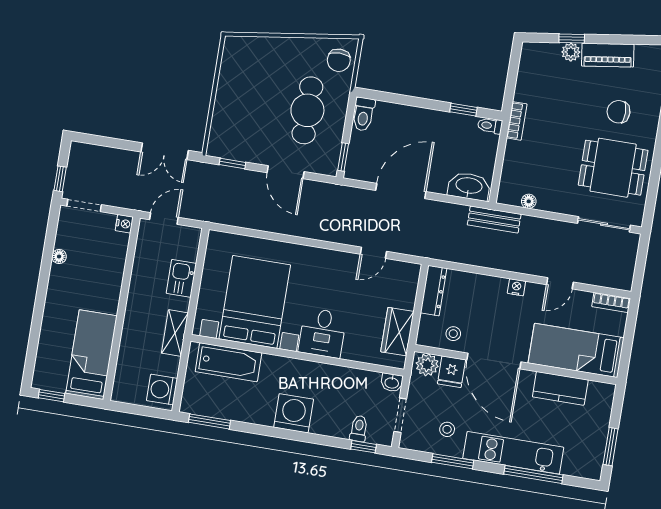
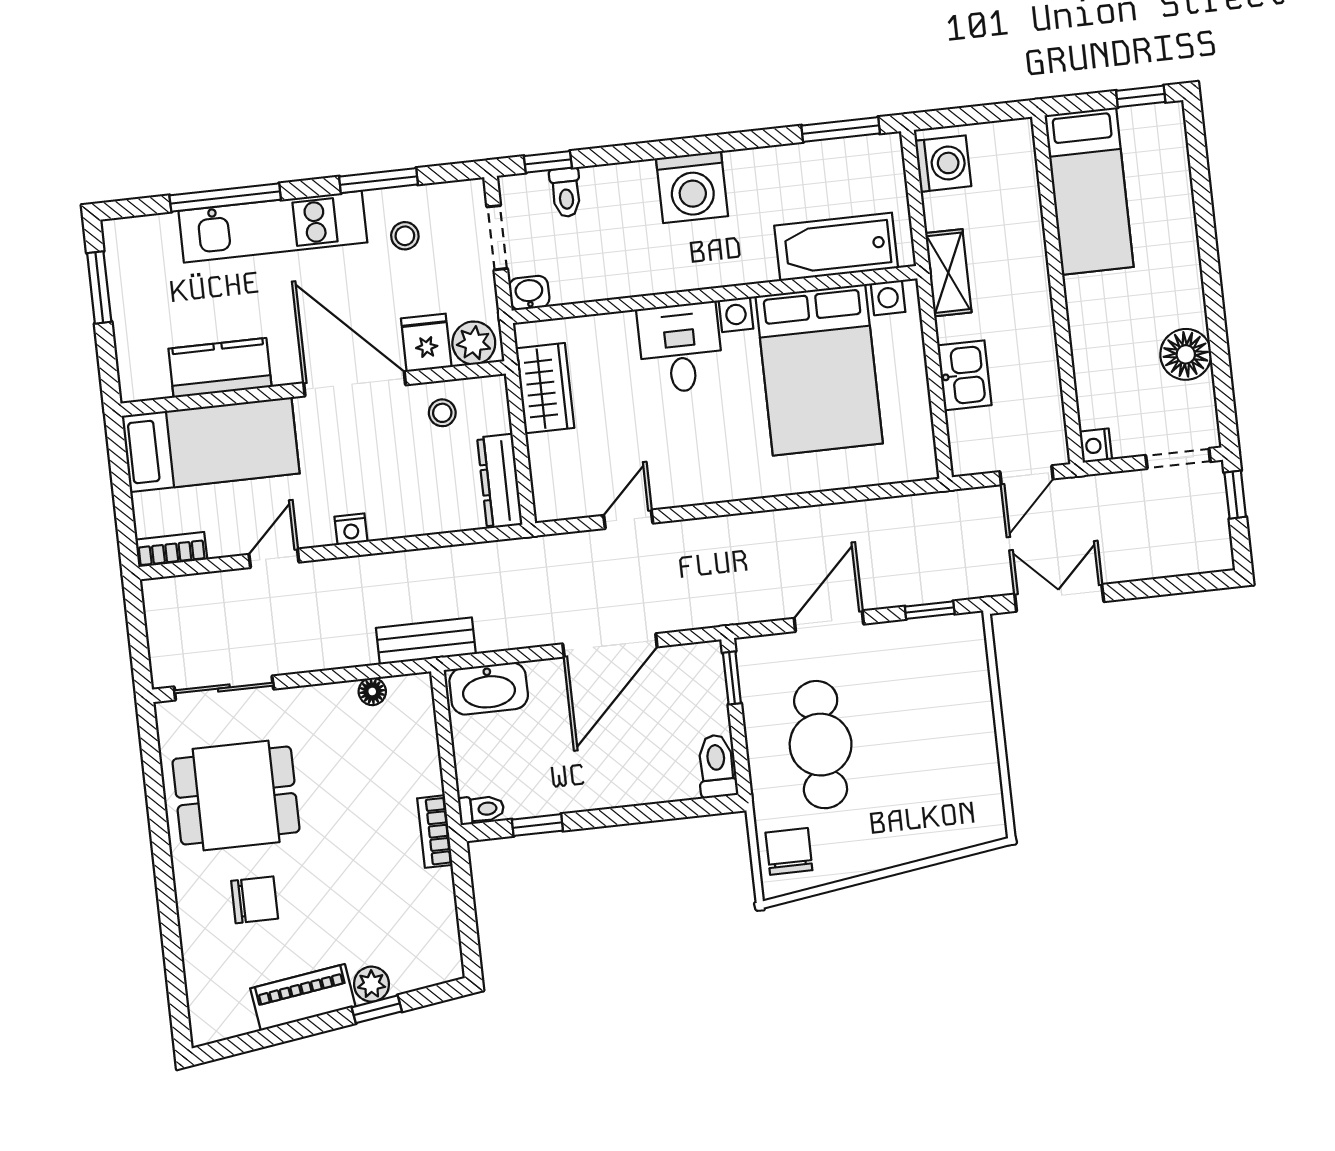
door: (286, 172) -> (829, 621), hinge flipped
floor lamp: (59, 256) -> (1186, 354), width x1.89, depth x1.89

